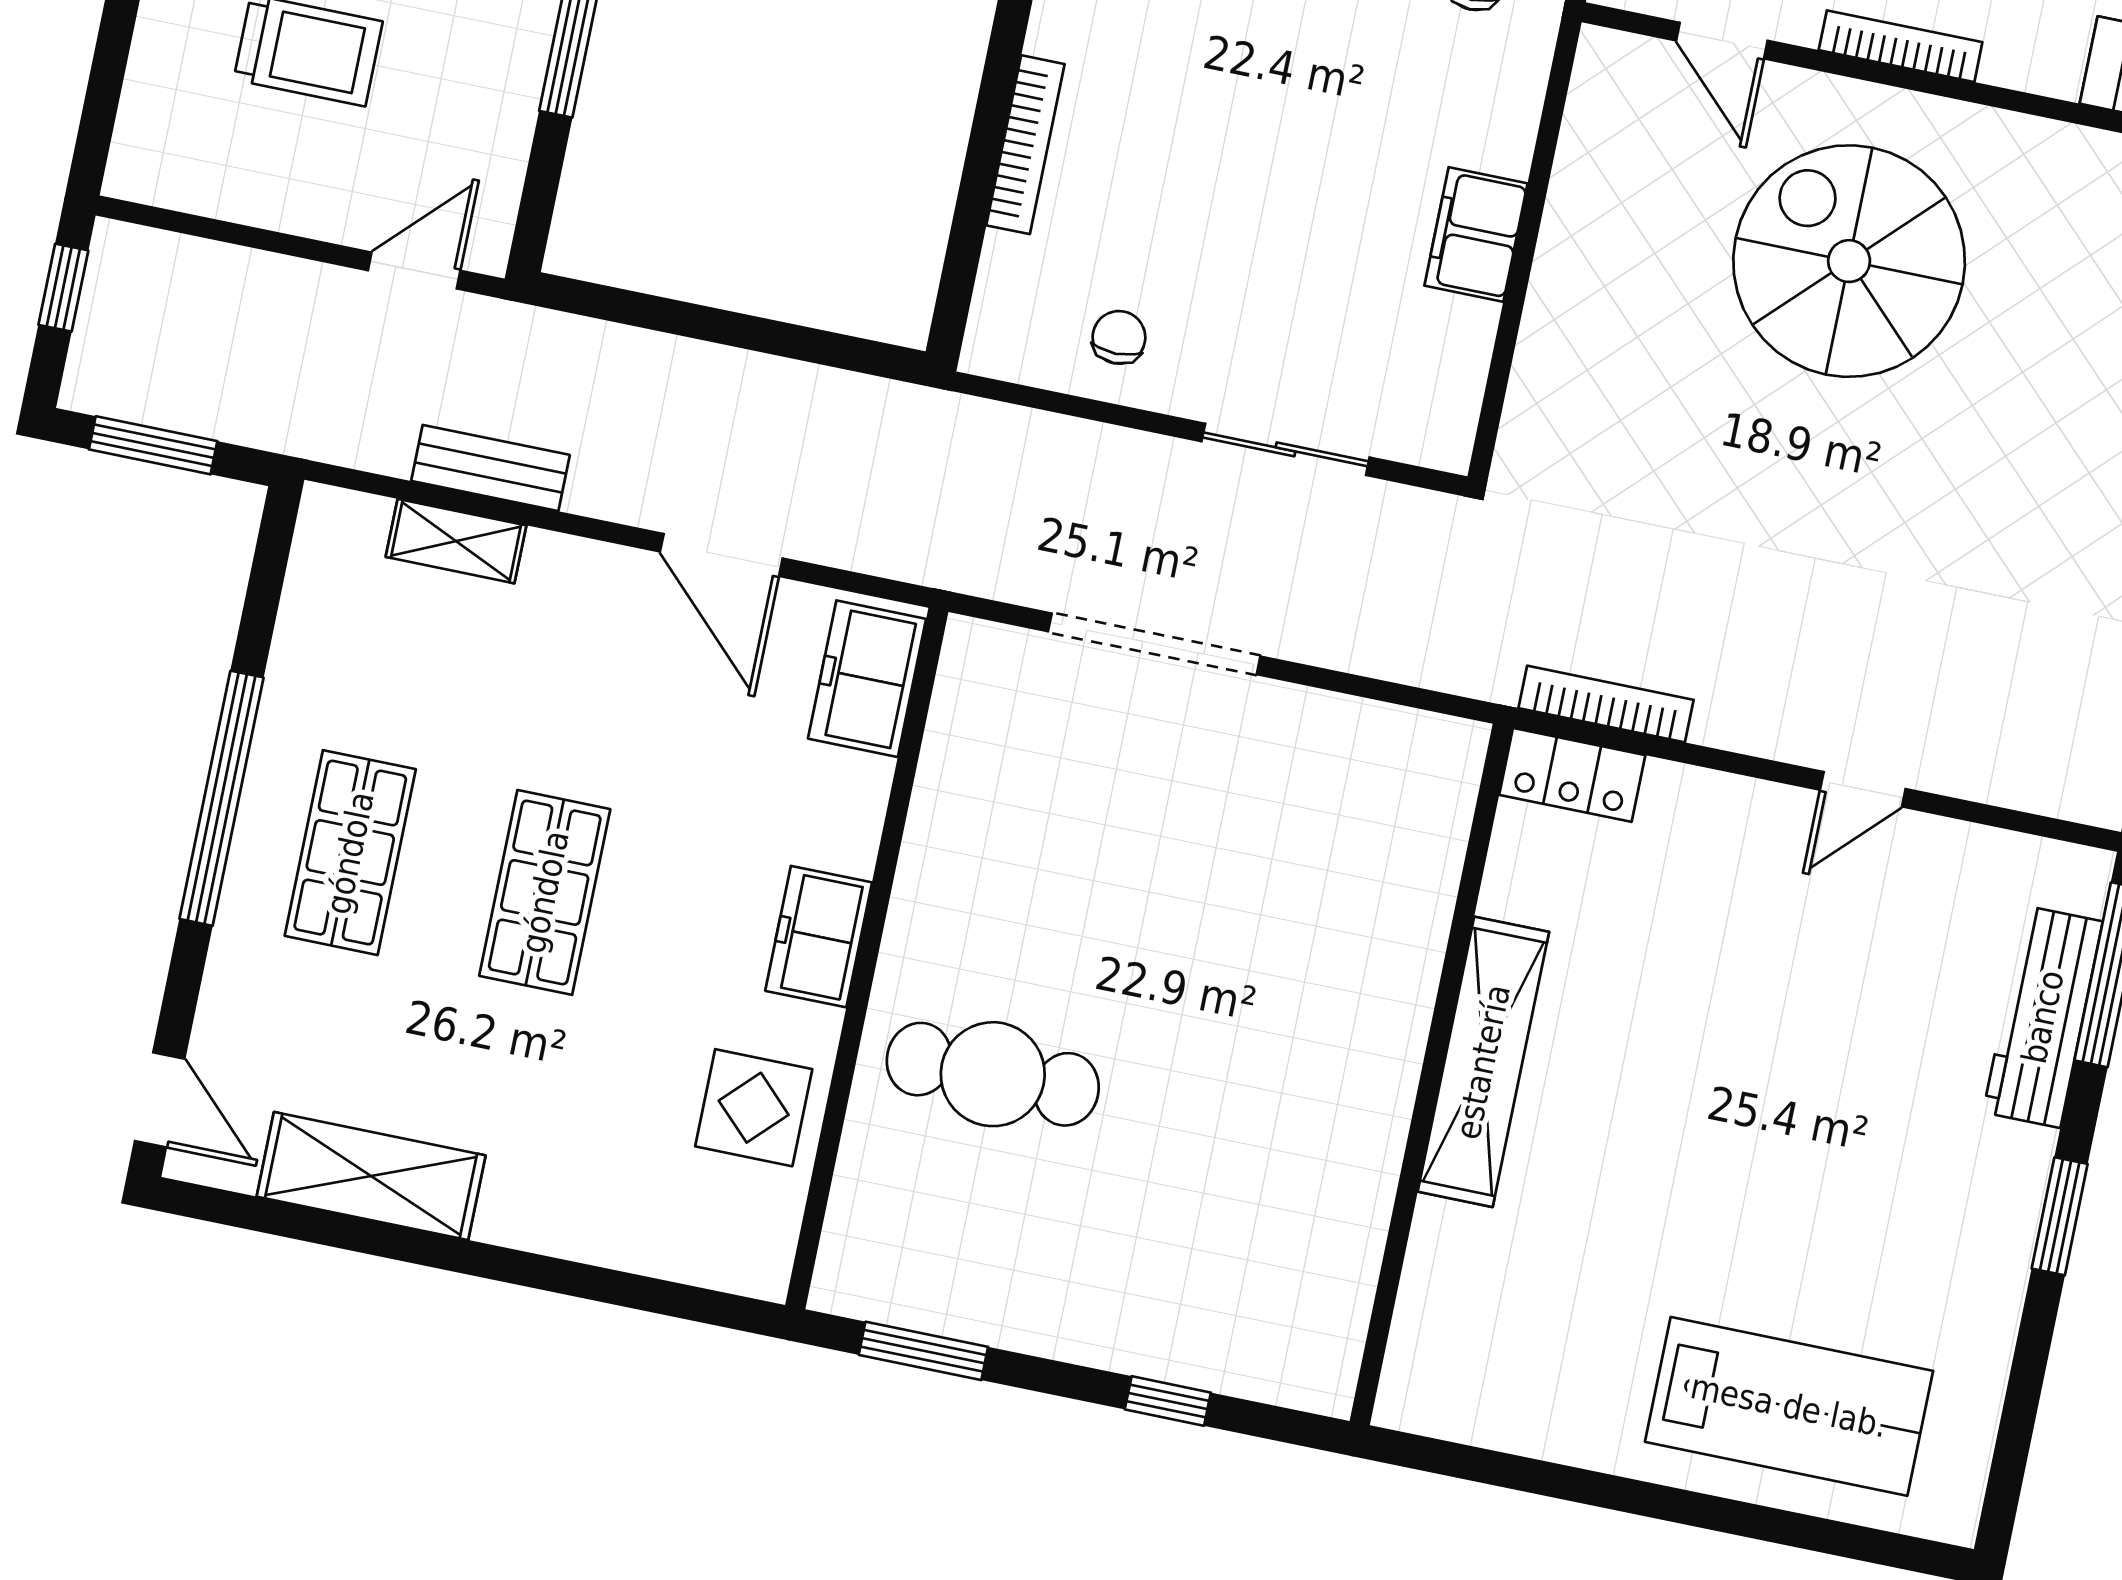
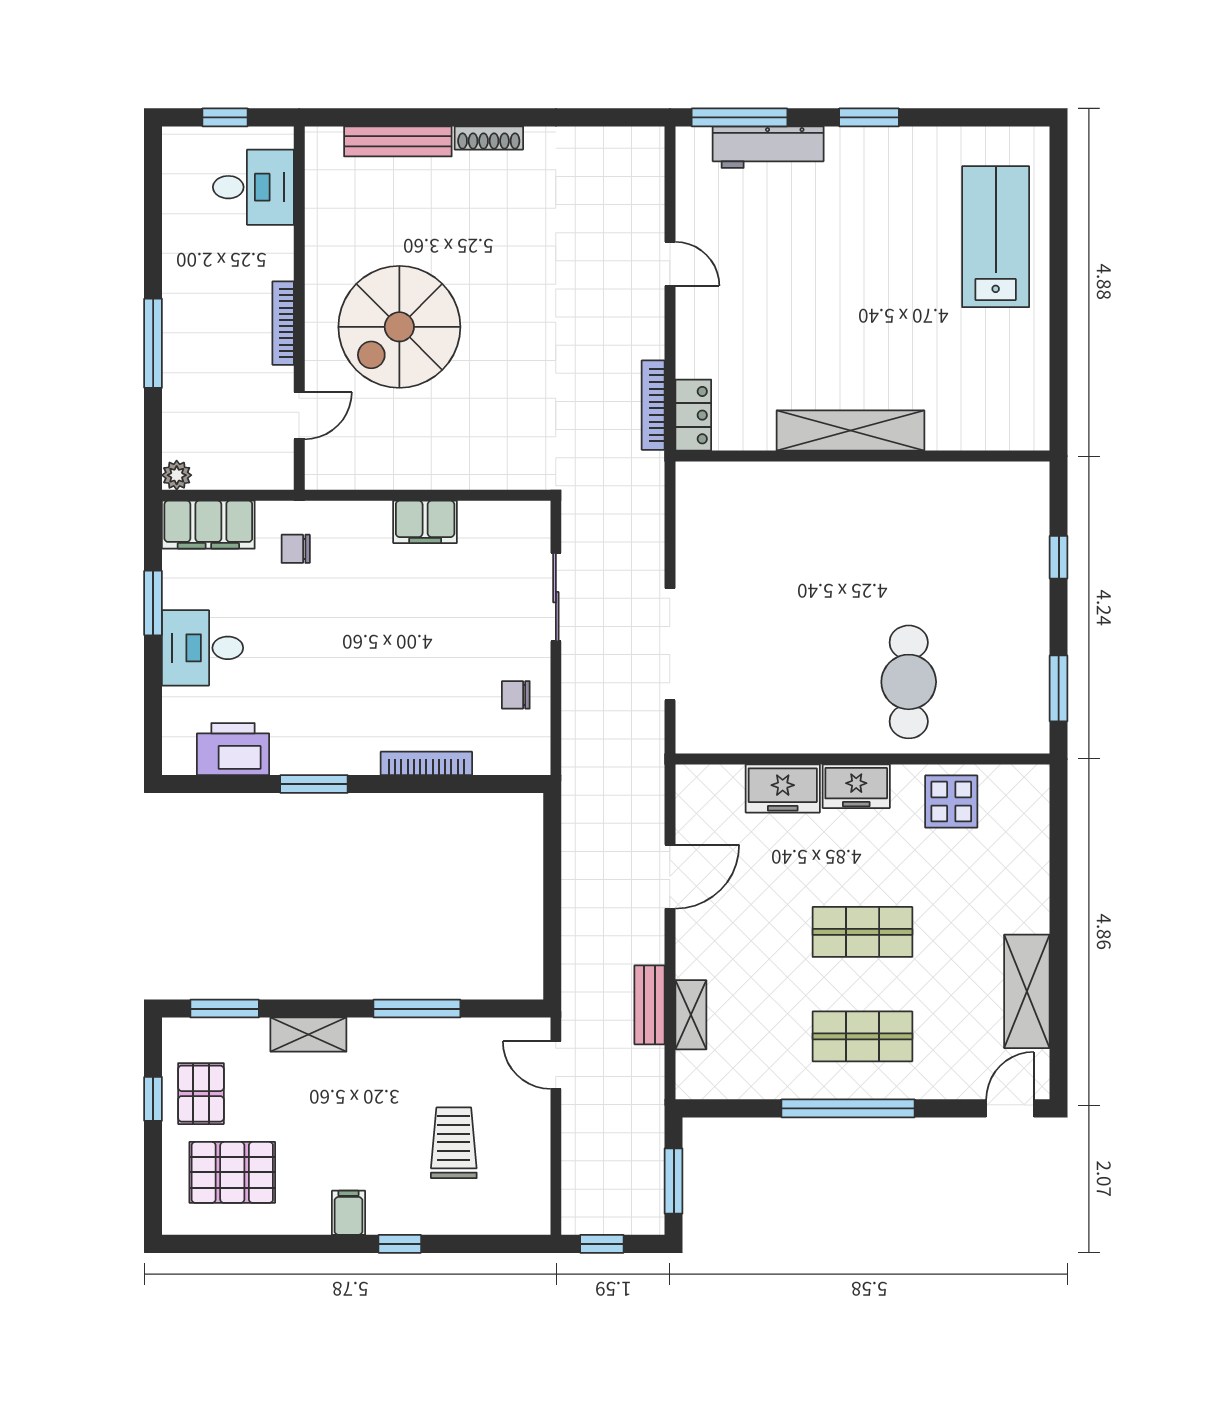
freezer: (867, 679) -> (783, 789), moved

